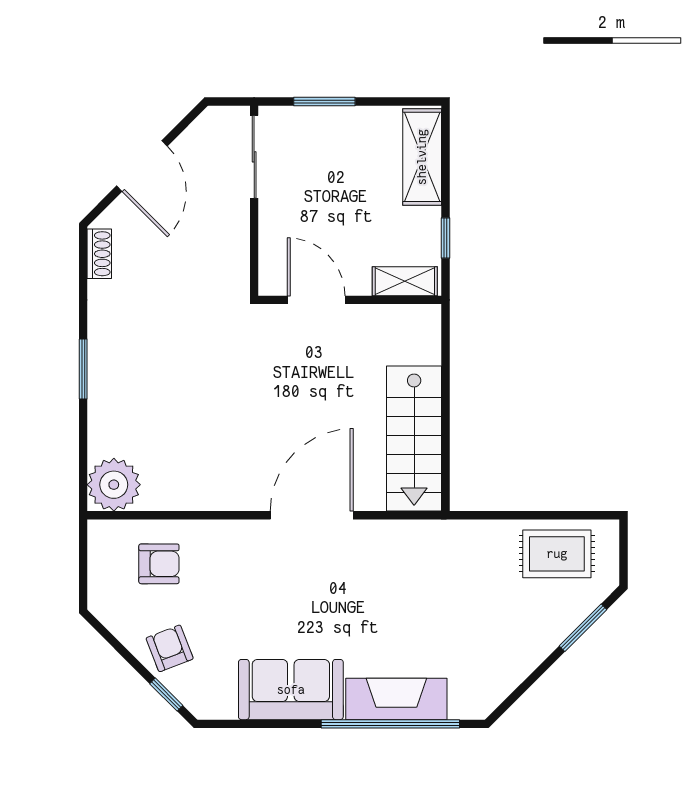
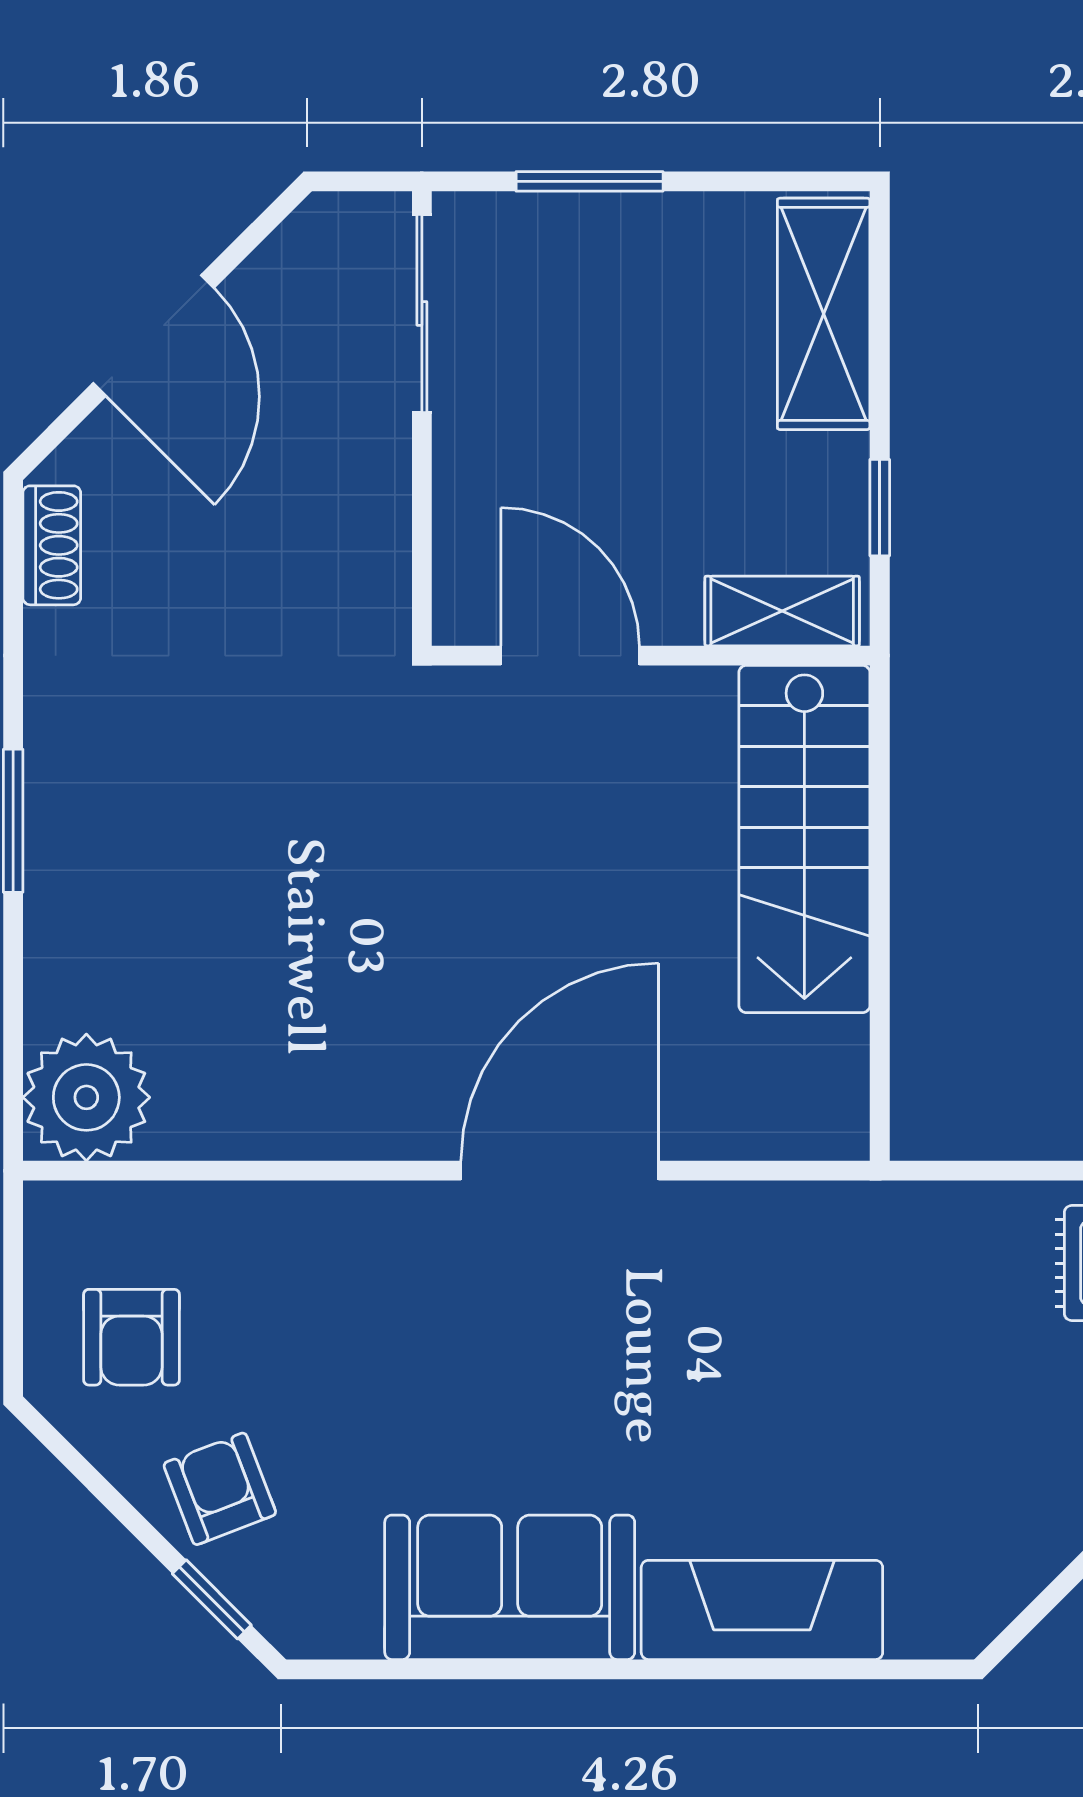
stairs: (414, 439) -> (804, 839), moved
armchair: (159, 564) -> (131, 1337), moved, turned 90
window: (390, 724) -> (747, 1669), removed

